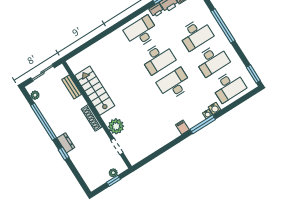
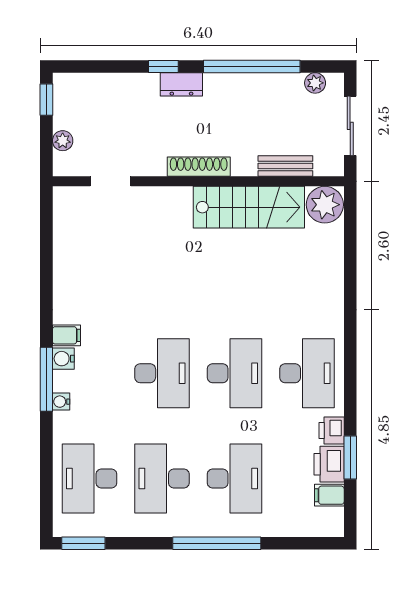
desk: (196, 34) -> (234, 479), turned 180
desk: (158, 58) -> (234, 373), turned 180
water cooler: (215, 108) -> (63, 359), moved
plant: (116, 126) -> (325, 205), moved
window: (114, 181) -> (46, 100), moved

